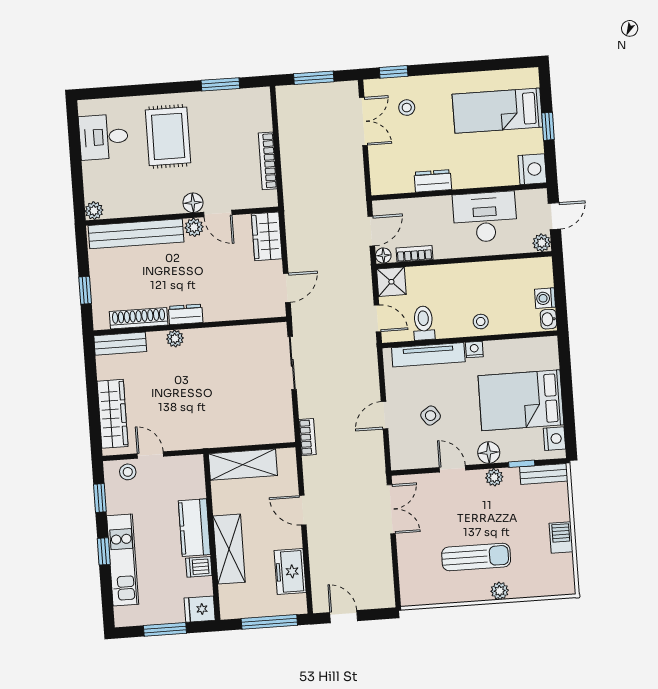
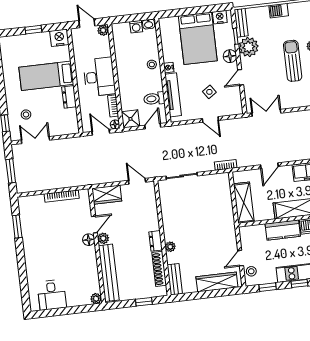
bed: (497, 111) -> (46, 76), moved, turned 90
rug: (168, 136) -> (50, 256), removed
desk: (485, 217) -> (99, 77), moved, turned 180
plant: (494, 477) -> (249, 47), width x1.88, depth x1.88

